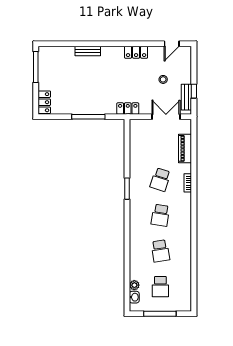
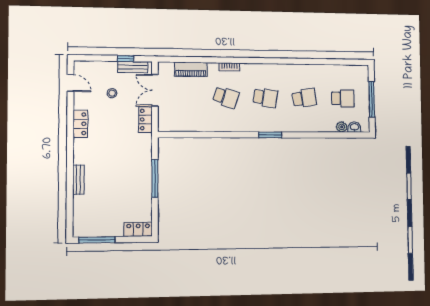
locker: (128, 109) -> (146, 120), moved
window: (127, 189) -> (270, 135), moved

